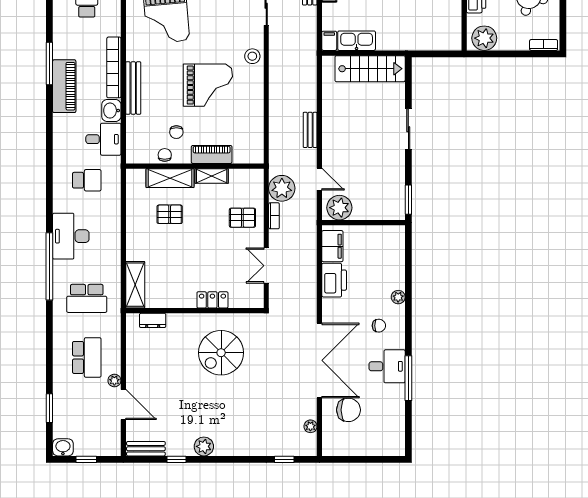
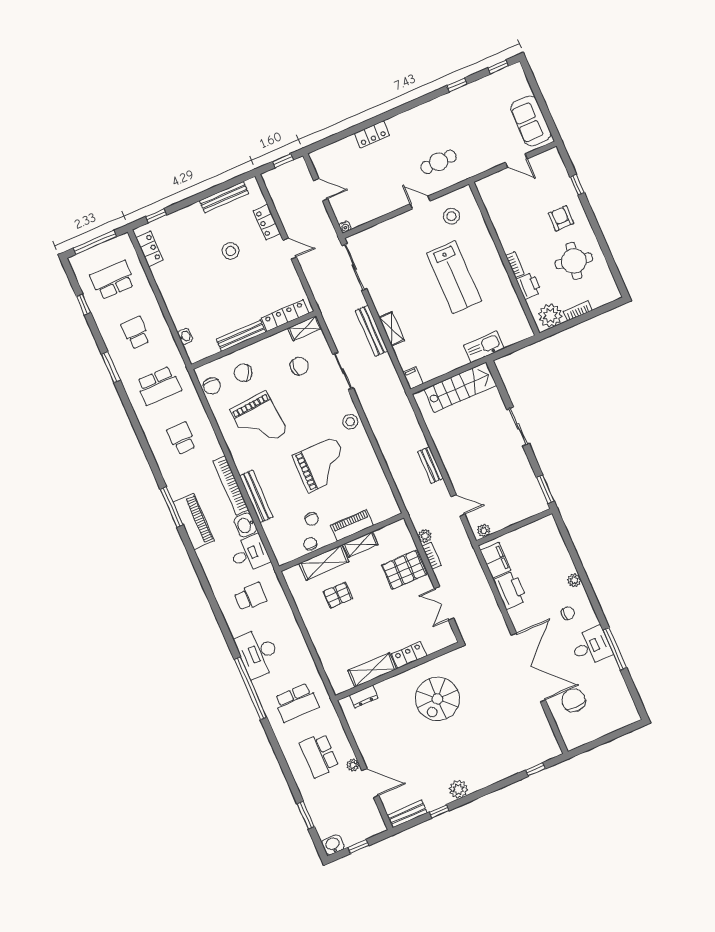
kitchen sink: (357, 41) -> (484, 347), moved
bookcase: (544, 45) -> (578, 311), moved
plant: (282, 188) -> (425, 536), width x0.53, depth x0.53
plant: (339, 208) -> (484, 531), width x0.53, depth x0.53
pallet: (242, 218) -> (404, 570), width x1.50, depth x1.42
shelving: (135, 285) -> (372, 670), moved, turned 90
school desk: (87, 357) -> (319, 755), turned 180
chair: (349, 410) -> (574, 700), turned -90
plant: (310, 426) -> (546, 730), removed

